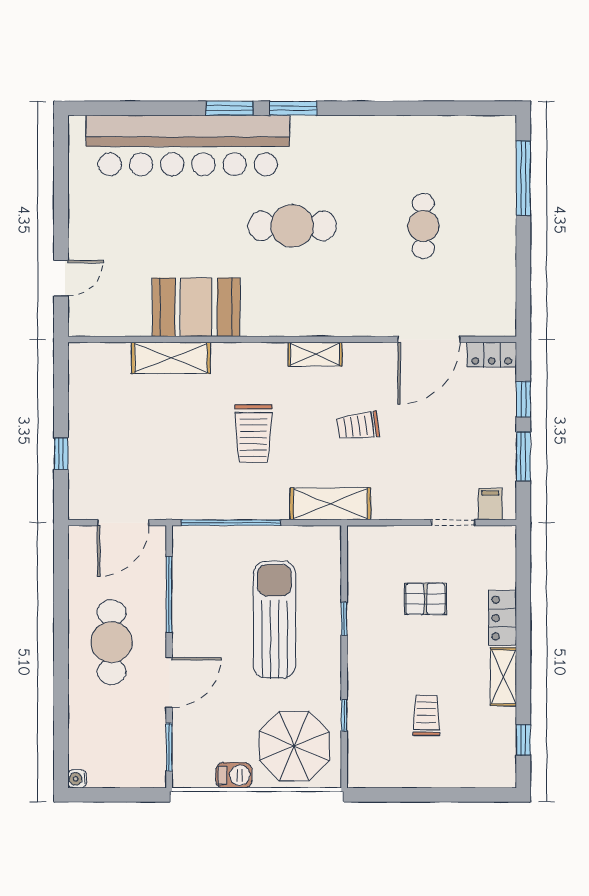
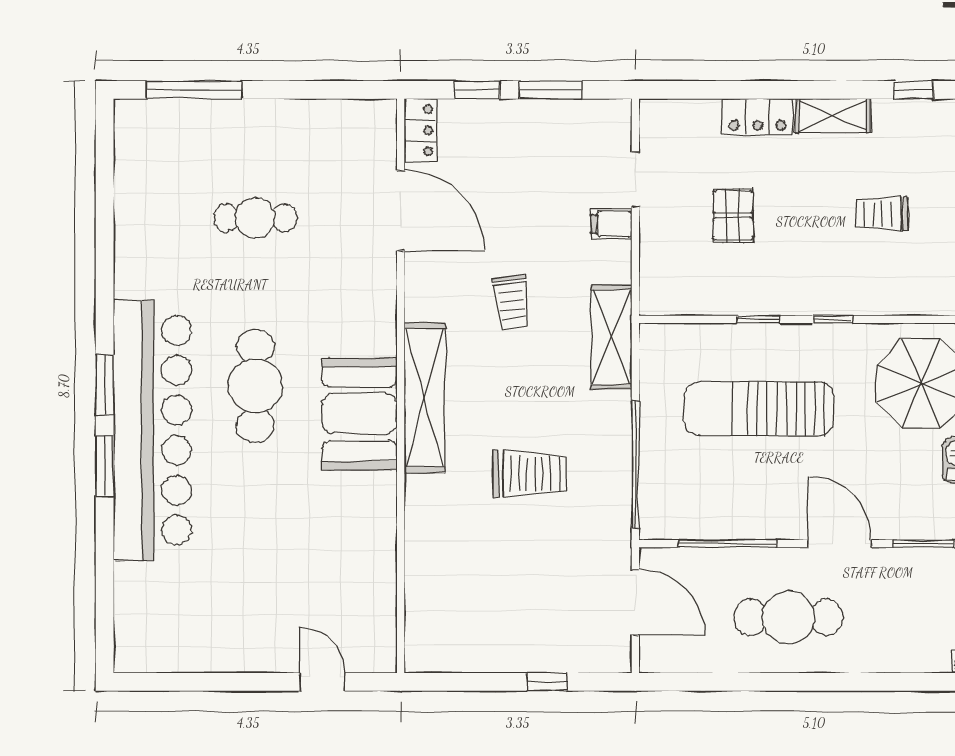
bar counter: (188, 146) -> (152, 430), moved
booth: (196, 307) -> (360, 414), moved
shelving: (315, 354) -> (425, 398), width x2.20, depth x1.33
shelving: (171, 358) -> (424, 541), removed
trolley: (253, 433) -> (530, 474), moved
filing cabinet: (490, 504) -> (612, 224), moved
window: (344, 715) -> (833, 319), moved

